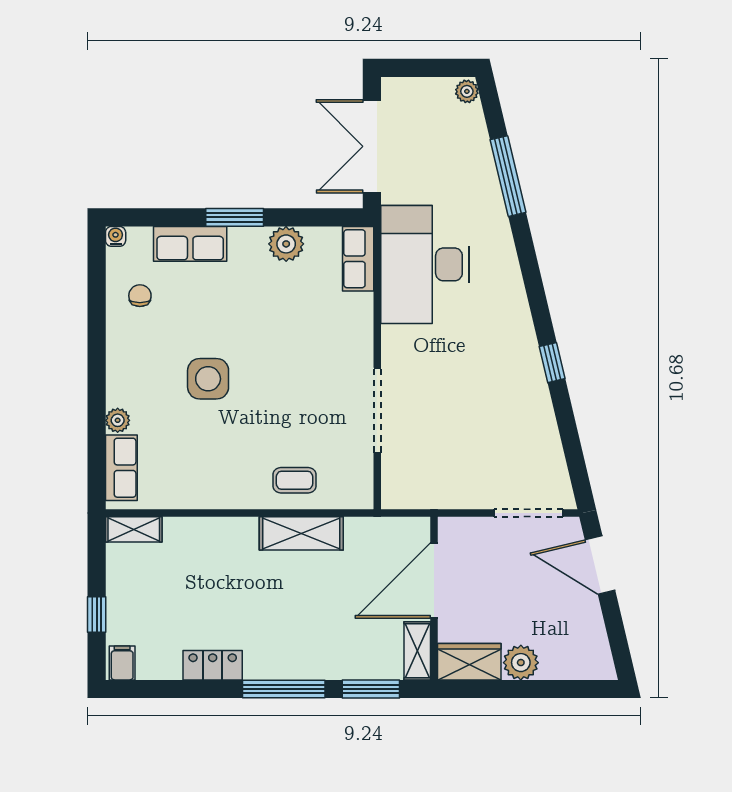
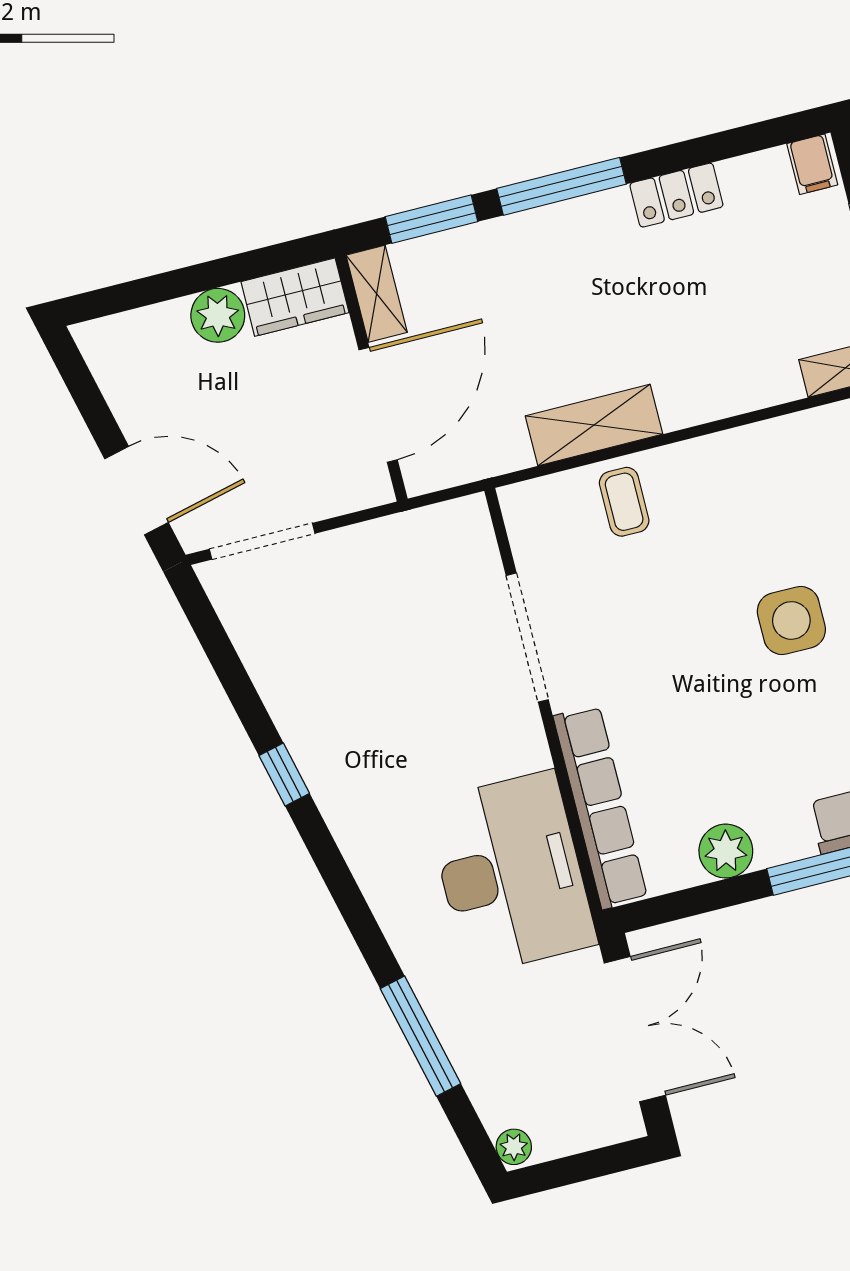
row of seats: (358, 259) -> (600, 807), width x2.02
coffee table: (295, 480) -> (624, 502), turned 90

